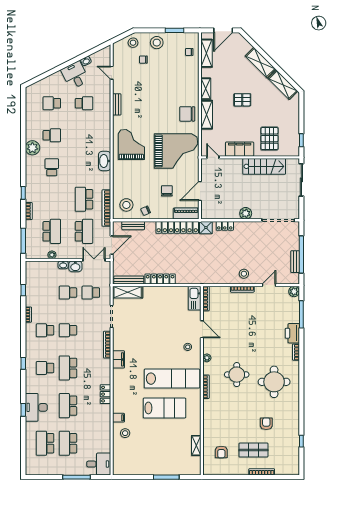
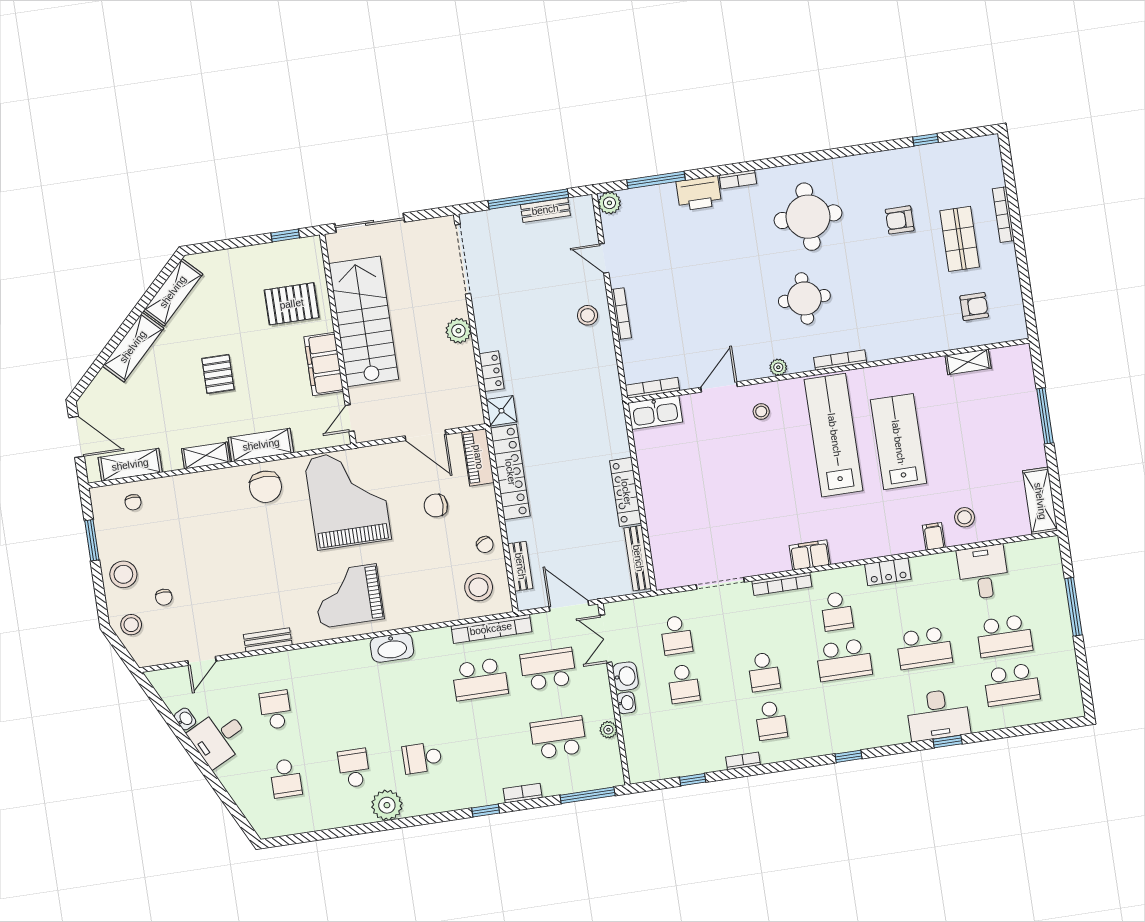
stairs: (264, 166) -> (364, 321), width x1.36, depth x1.51
shelving: (128, 292) -> (1040, 501), moved
school desk: (45, 368) -> (837, 611), moved
desk: (99, 464) -> (983, 572), moved

